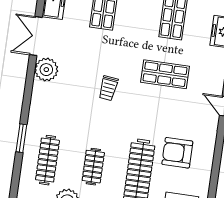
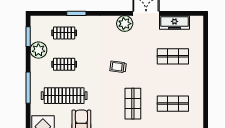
clothes rail: (48, 160) -> (64, 33), width x0.73

